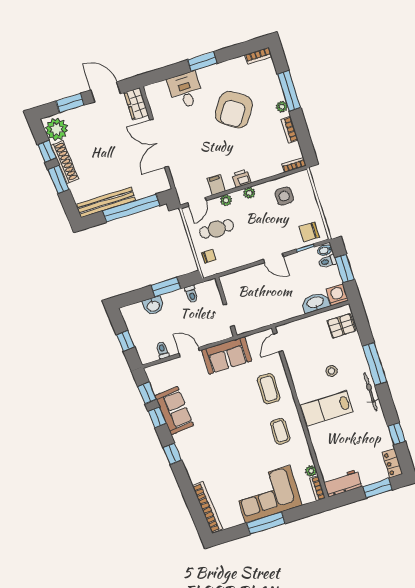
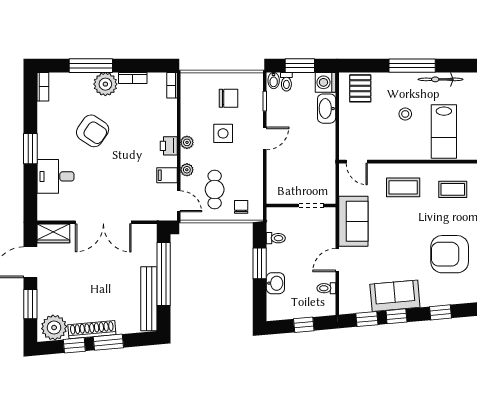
plant: (282, 107) -> (105, 84), width x1.88, depth x1.88
armchair: (234, 110) -> (93, 131), width x0.73, depth x0.73
side table: (284, 196) -> (223, 133), moved
chair: (309, 232) -> (229, 98), moved, turned -90
armchair: (224, 446) -> (450, 254), added

